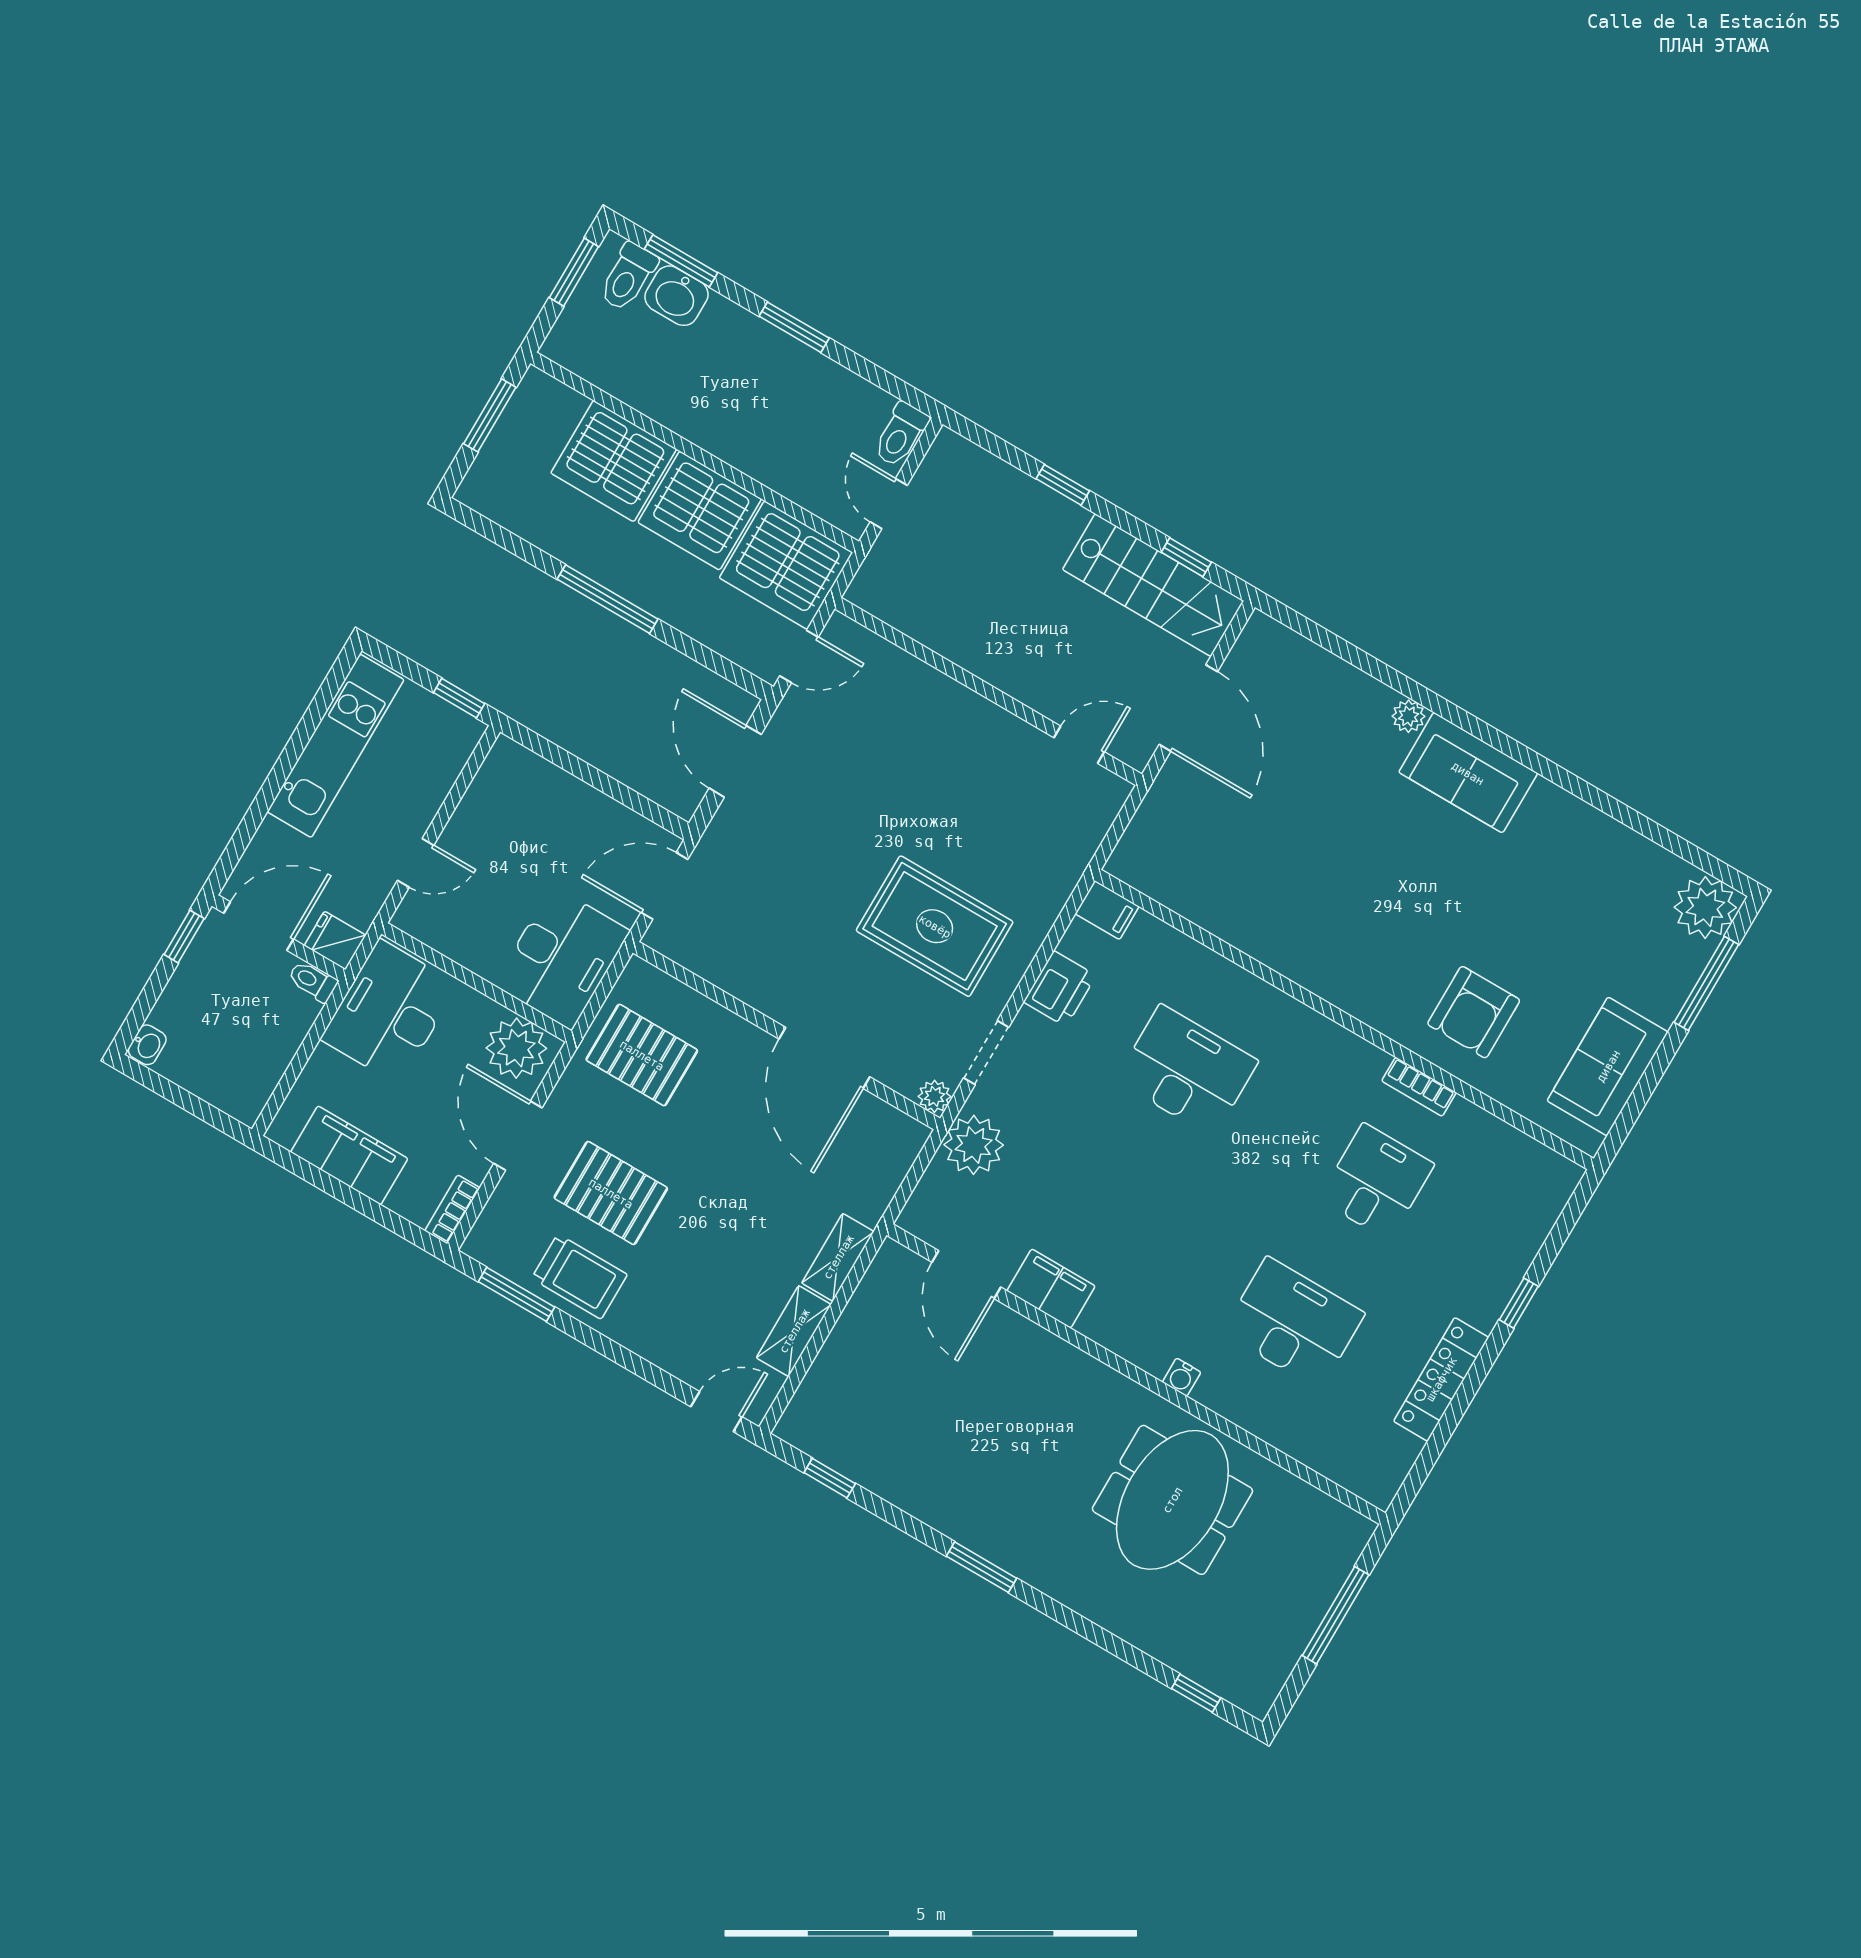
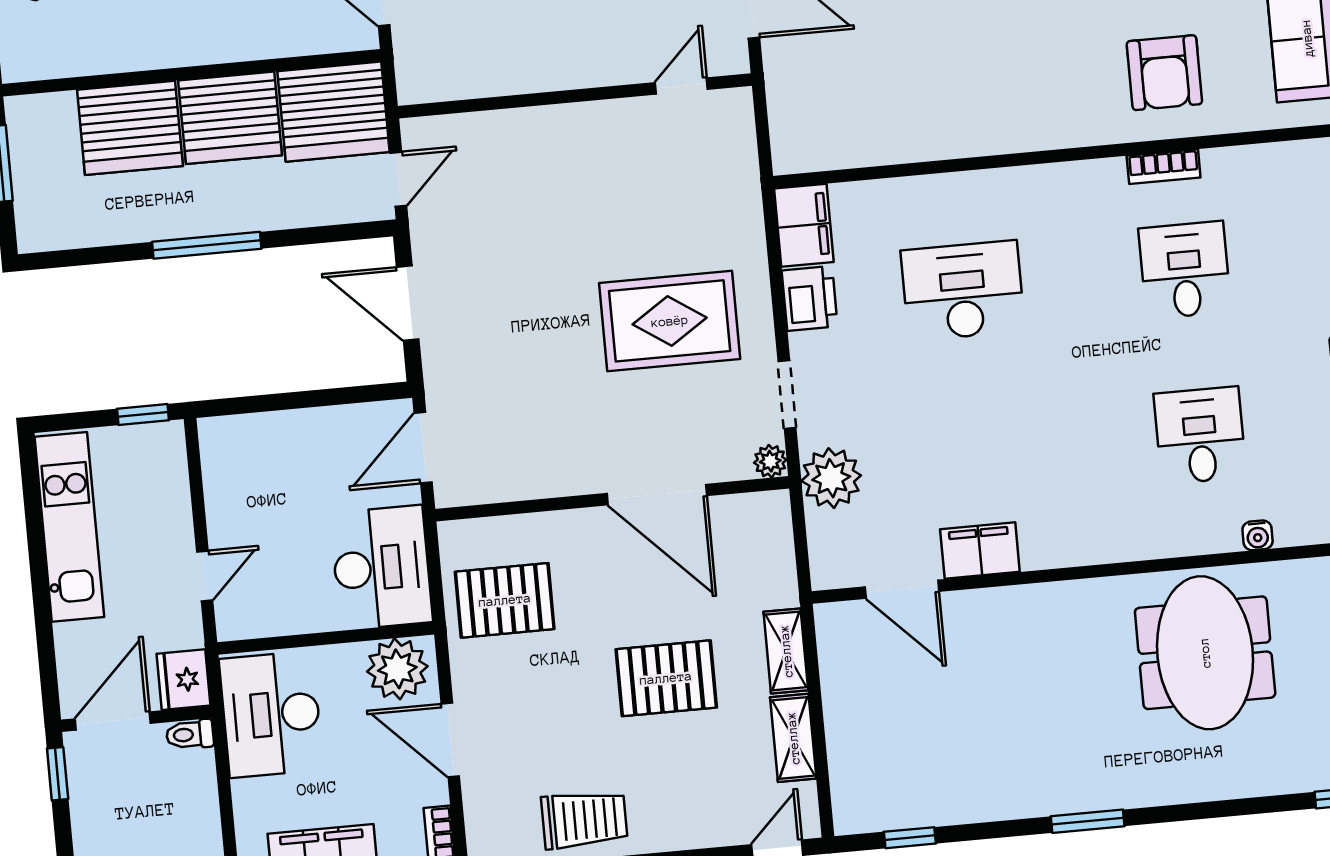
filing cabinet: (1107, 910) -> (804, 225), width x2.00
fridge: (335, 940) -> (183, 680), width x1.38
pallet: (611, 1193) -> (666, 678), moved
desk: (1293, 1323) -> (1200, 435), width x0.73
water cooler: (1182, 1377) -> (1258, 535), moved

